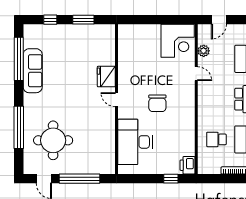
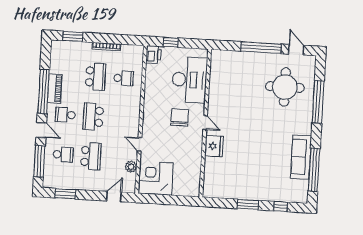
fridge: (106, 77) -> (214, 146), moved
wall: (116, 99) -> (205, 123), moved
door: (116, 100) -> (205, 123), moved
desk: (135, 142) -> (189, 80), moved

